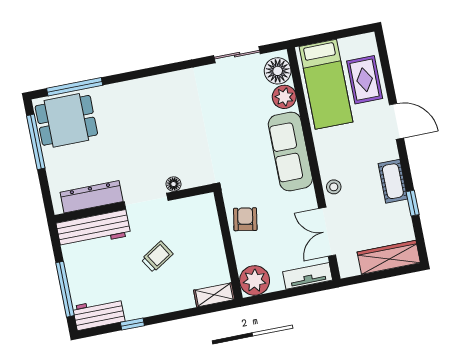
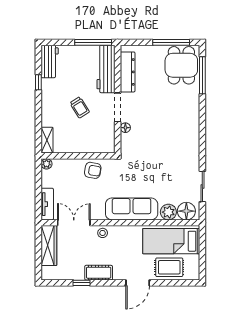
wardrobe: (389, 257) -> (49, 246), moved
plant: (255, 280) -> (46, 164), width x0.53, depth x0.53
window: (65, 289) -> (93, 42), moved

